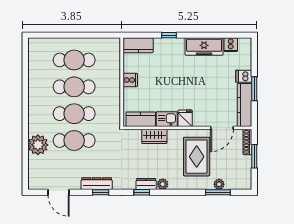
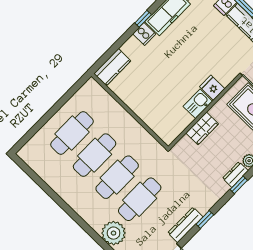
window: (169, 35) -> (143, 19), moved
cooker: (130, 80) -> (144, 34), moved, turned 90
kitchen counter: (141, 119) -> (177, 126), removed
dresser: (97, 184) -> (185, 225), moved

